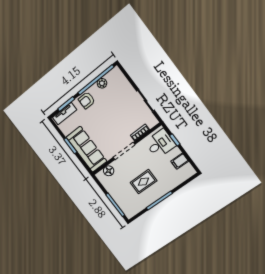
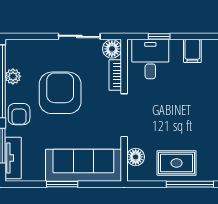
armchair: (111, 112) -> (60, 93), added
floor lamp: (151, 121) -> (112, 49), added
rug: (144, 182) -> (177, 163), moved, turned 90

